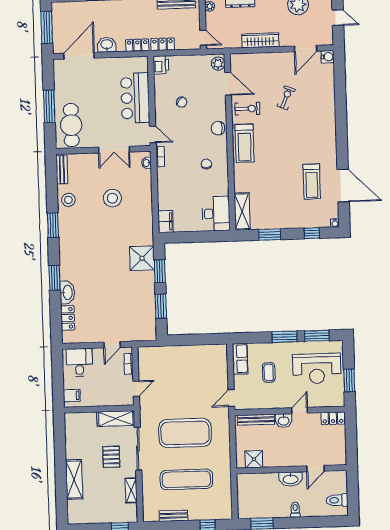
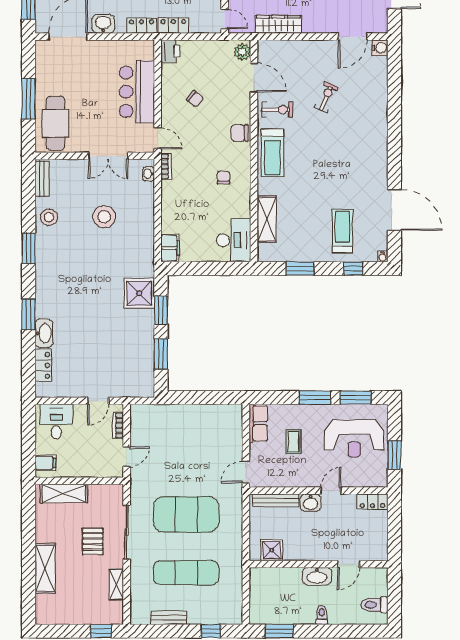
wardrobe: (260, 40) -> (278, 24), moved
treadmill: (312, 181) -> (342, 231), moved, turned 180
shelving: (242, 211) -> (267, 219), moved
shelving: (116, 419) -> (64, 494), moved

